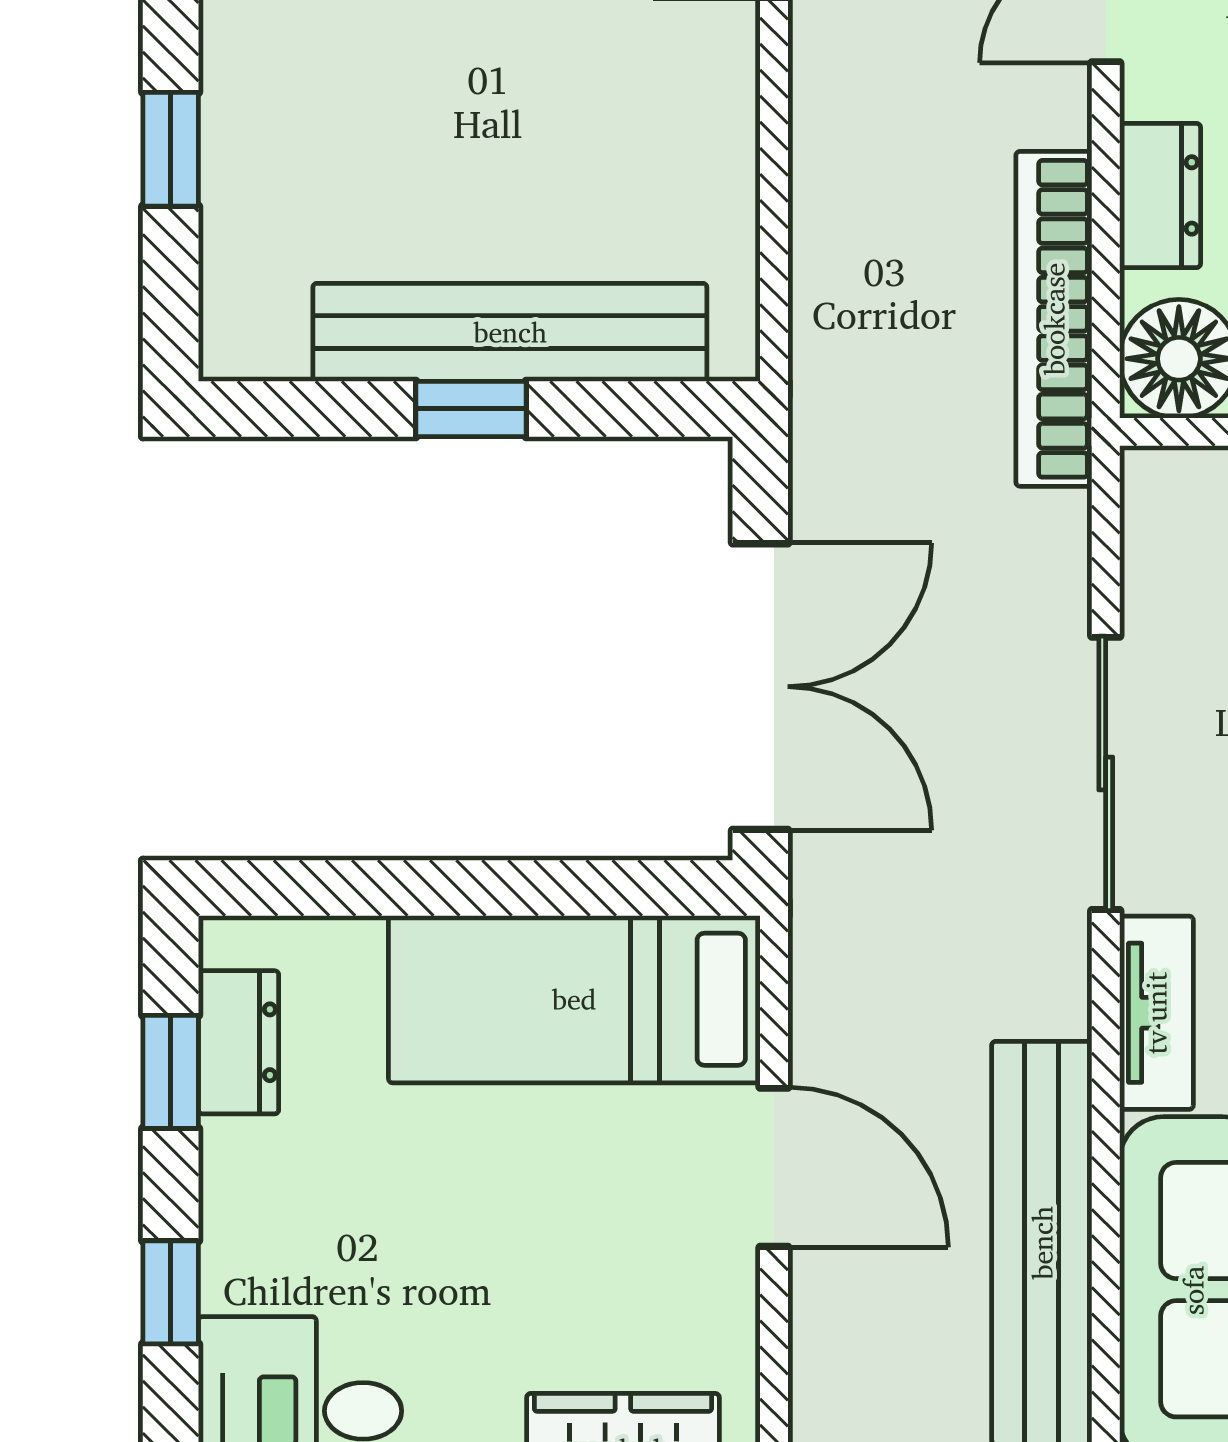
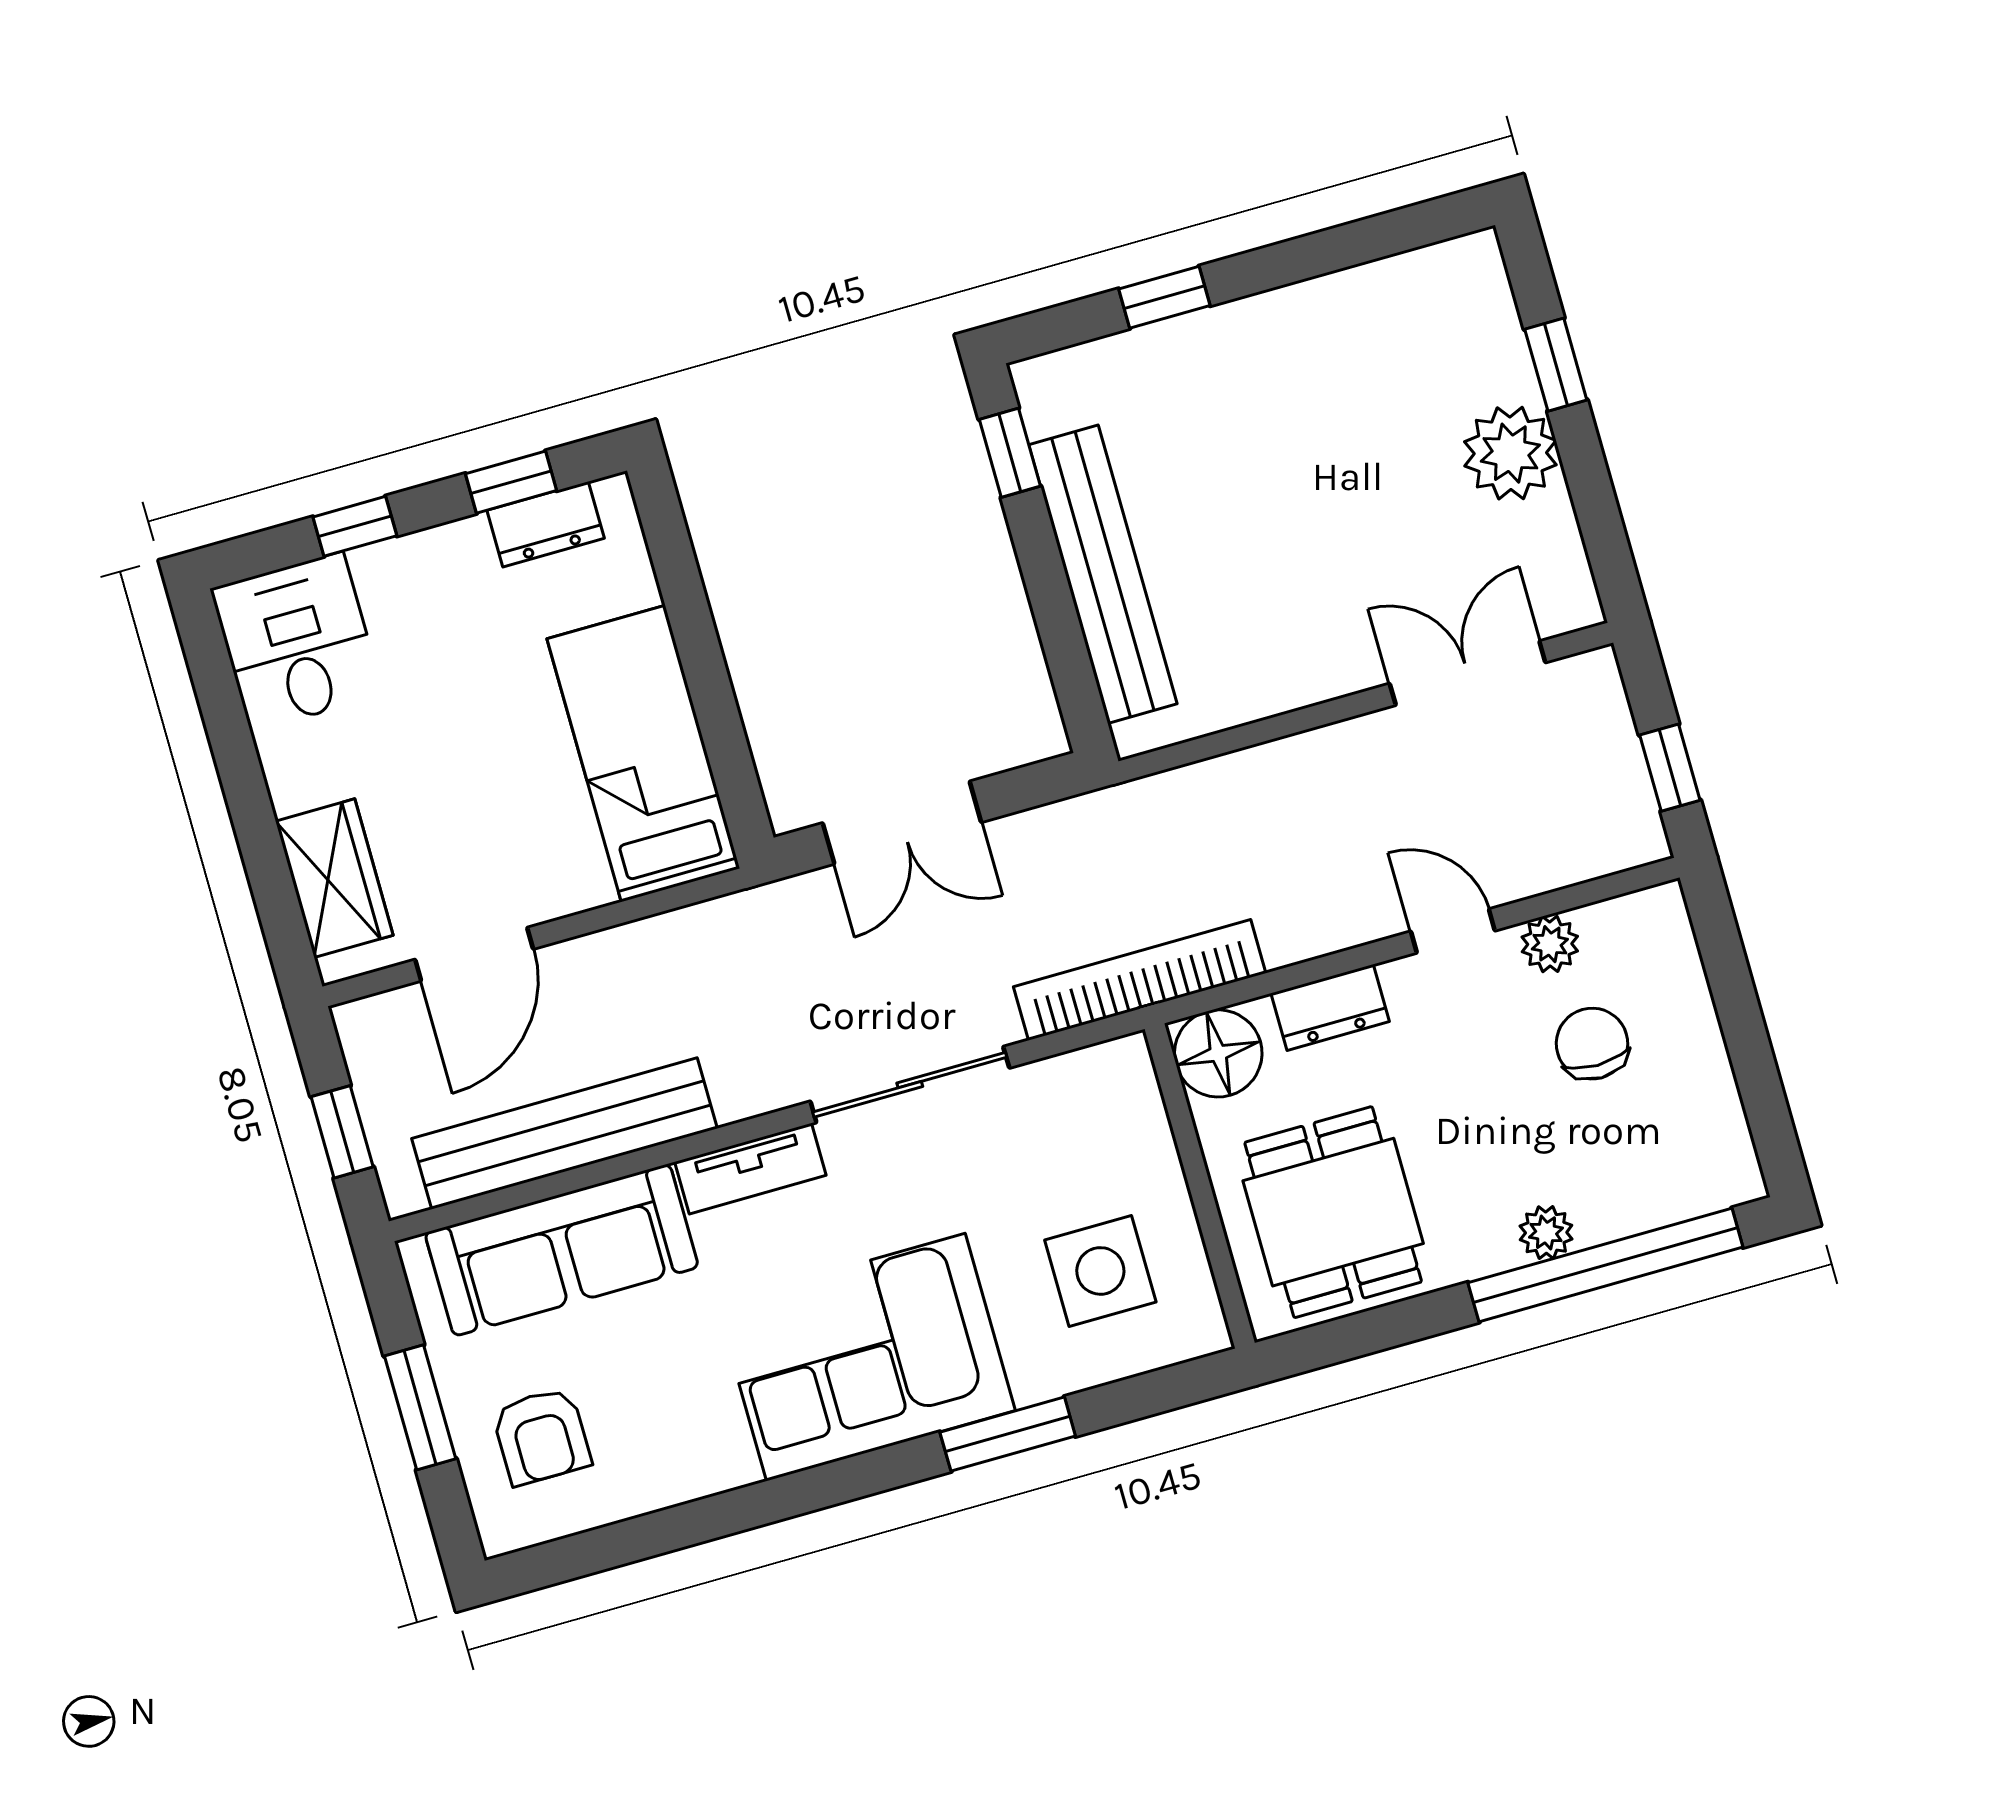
bookcase: (1054, 319) -> (1140, 980), moved
window: (471, 409) -> (1010, 453), moved
double door: (760, 687) -> (902, 823), width x0.73
door: (774, 1167) -> (474, 954), moved

